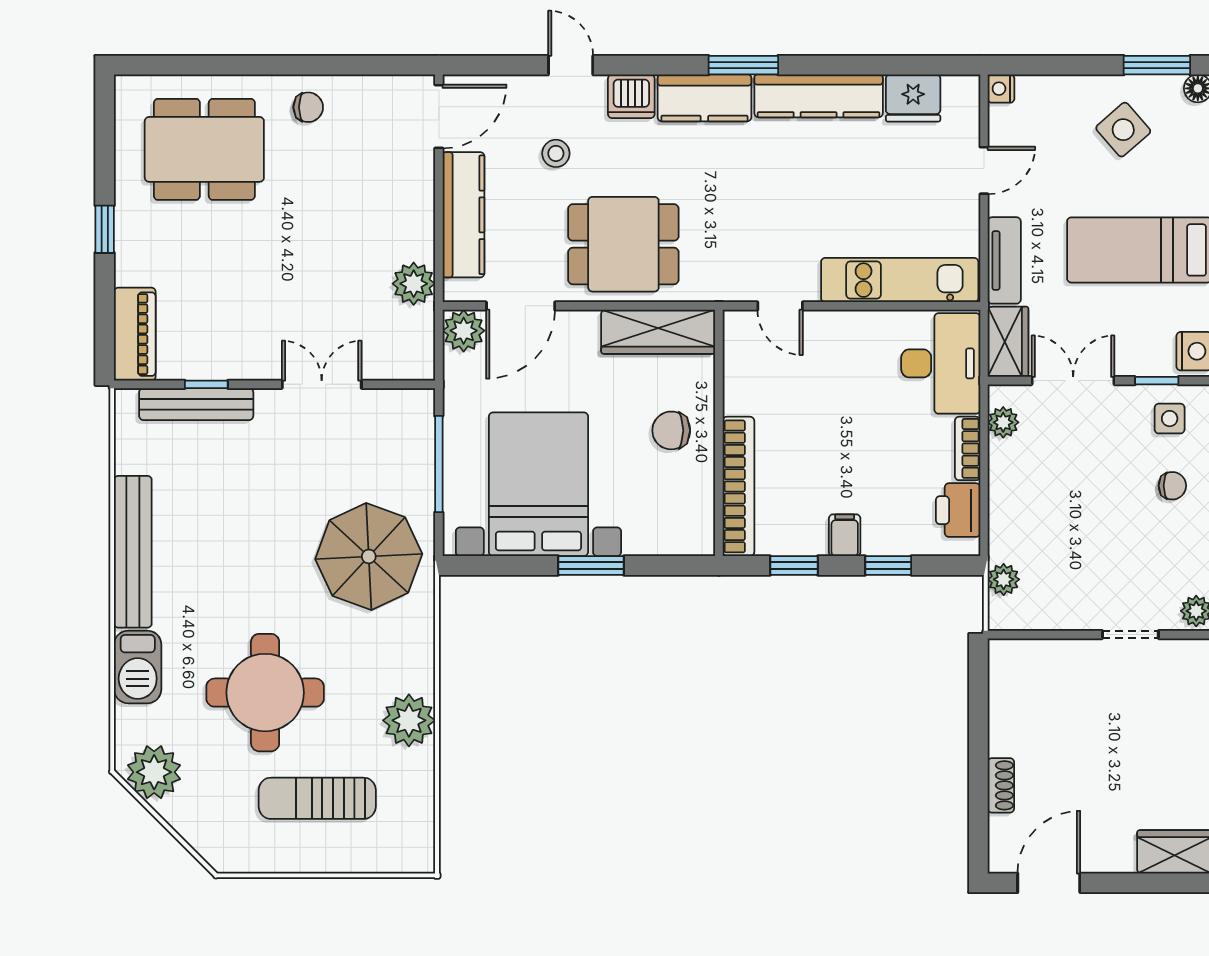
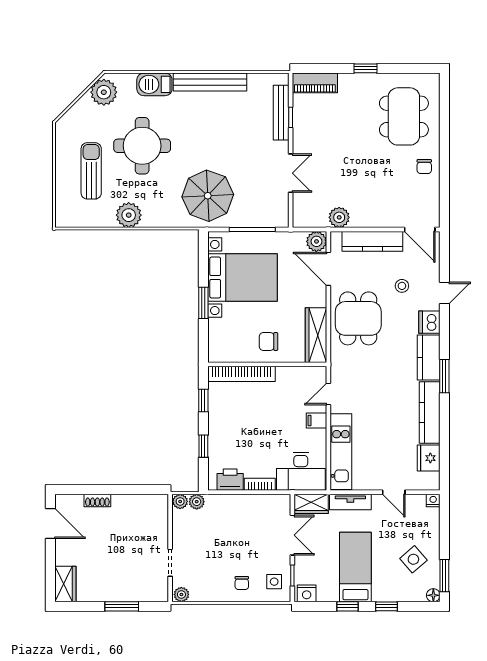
plant: (1003, 422) -> (180, 501), moved
chair: (671, 430) -> (268, 341), turned -90
filing cabinet: (845, 535) -> (317, 420), moved, turned 180

